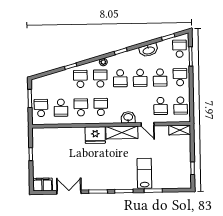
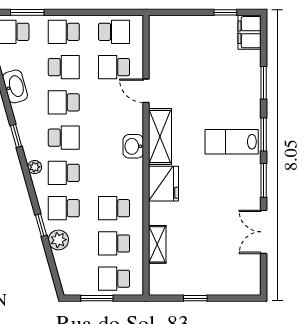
plant: (62, 76) -> (58, 240), added
school desk: (140, 78) -> (64, 102), turned 180
school desk: (161, 106) -> (114, 67), turned 180
school desk: (101, 107) -> (114, 173), removed
school desk: (61, 108) -> (114, 243), turned 180
washbasin: (128, 117) -> (133, 146), moved
door: (148, 124) -> (146, 91), swing flipped
shelving: (180, 130) -> (157, 244), moved
lab bench: (144, 173) -> (232, 142), moved
filing cabinet: (43, 185) -> (249, 32), moved

